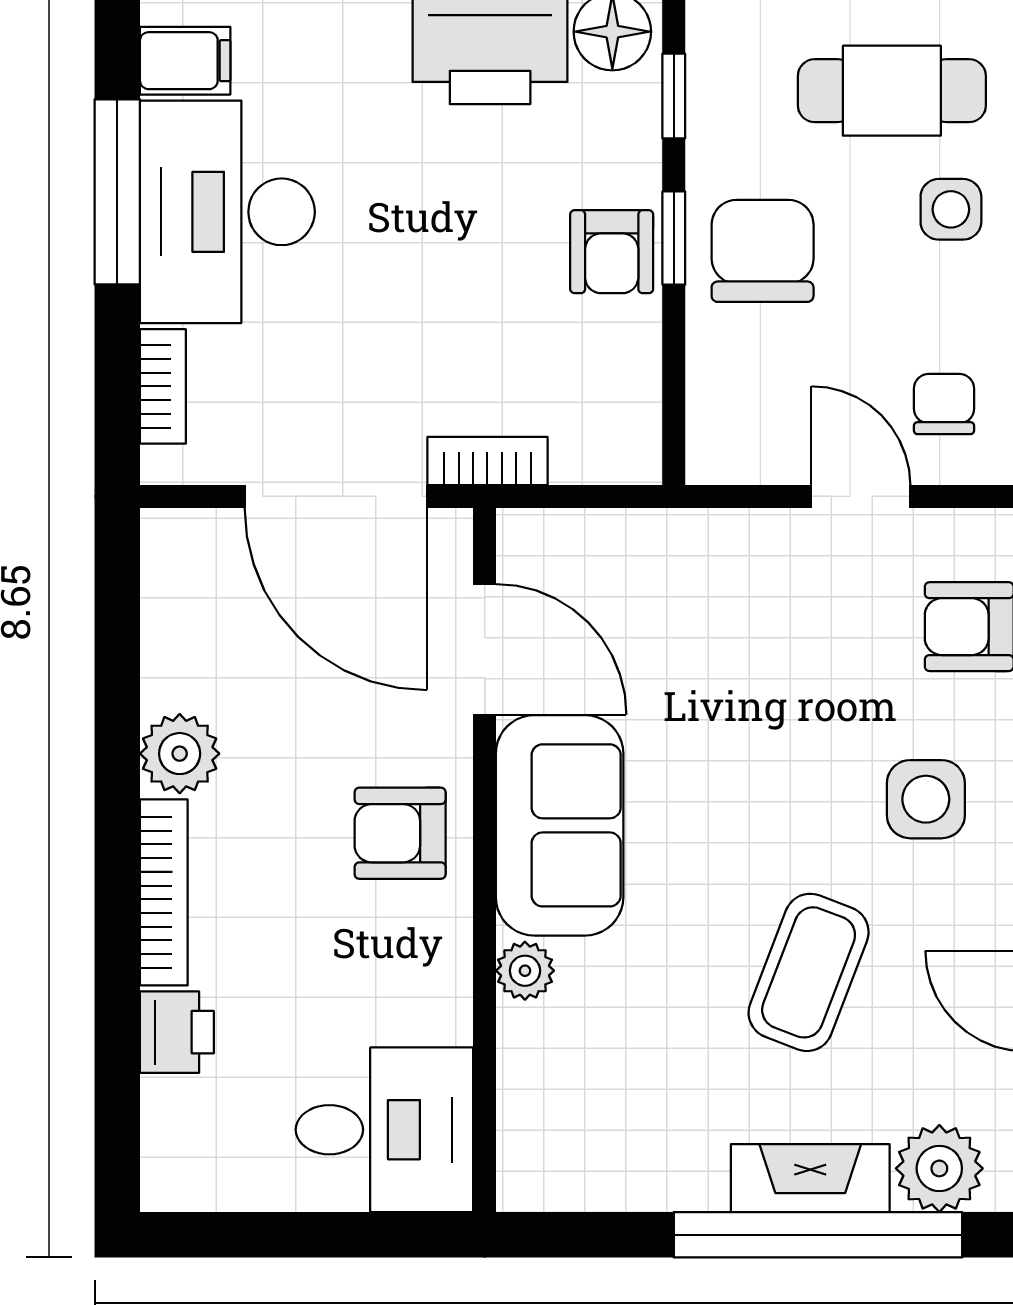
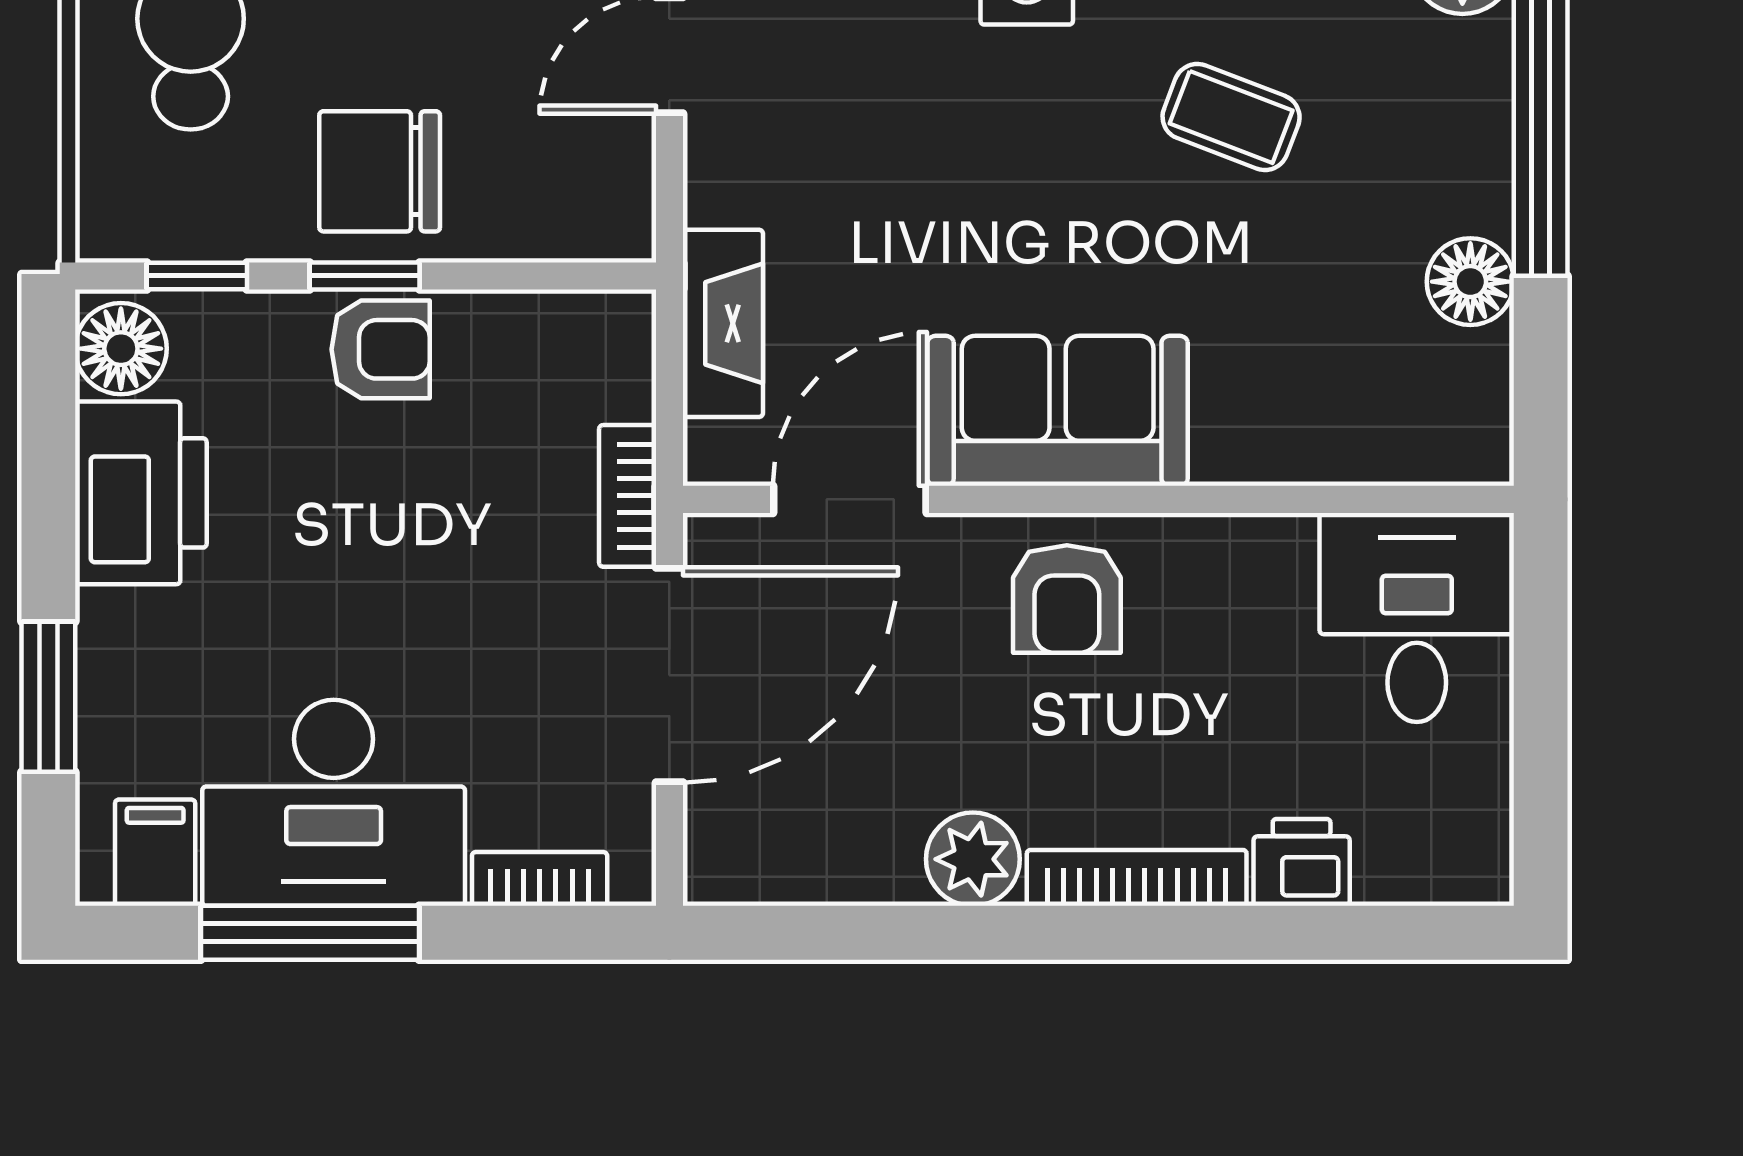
plant: (525, 971) -> (1229, 452), removed
coffee table: (809, 972) -> (1231, 117), width x0.73, depth x0.77
floor lamp: (669, 1175) -> (1470, 282), added
fireplace: (810, 1178) -> (723, 323), moved, turned 180

